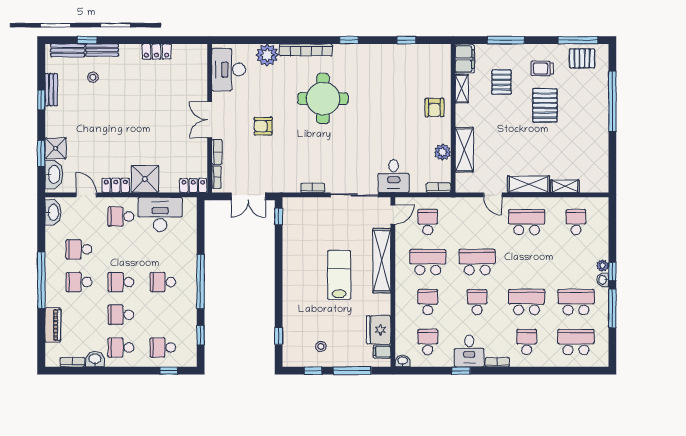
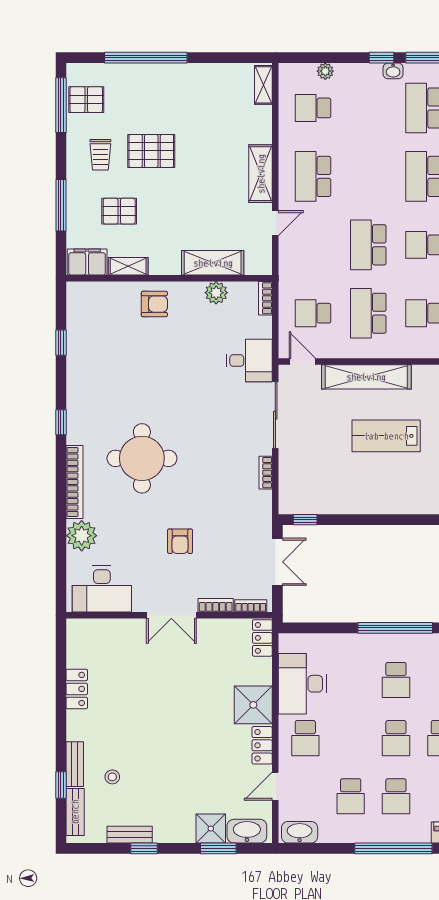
pallet: (582, 58) -> (86, 100), turned 90
shelving: (565, 186) -> (263, 85), moved
plant: (603, 266) -> (325, 71), moved

